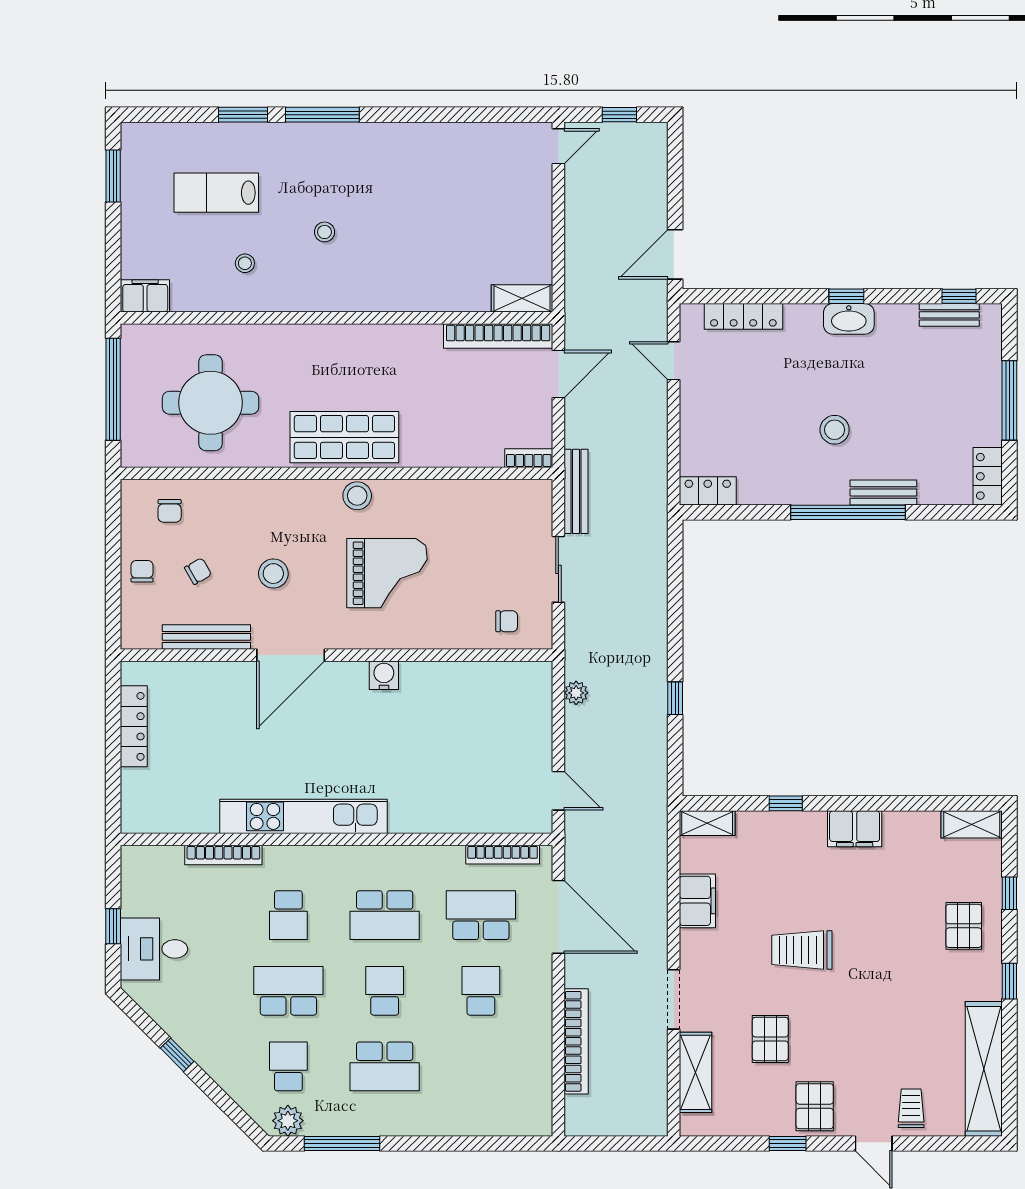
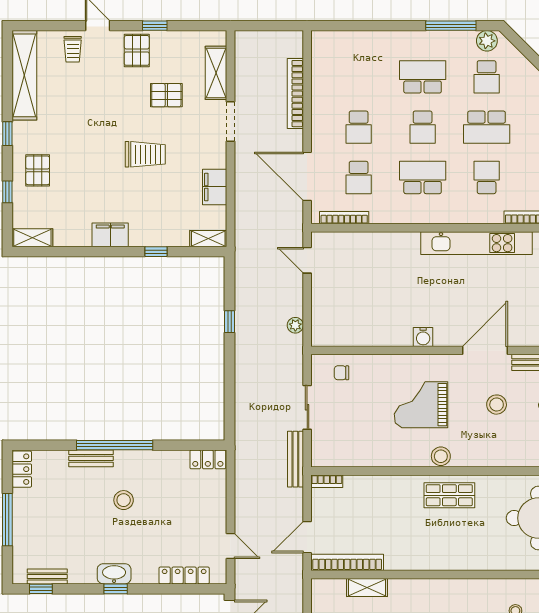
shelving: (522, 298) -> (367, 587), moved
shop shelf: (344, 437) -> (449, 495), width x0.70, depth x0.74
school desk: (481, 915) -> (359, 177), width x0.54
pallet: (770, 1039) -> (166, 95), turned 90

